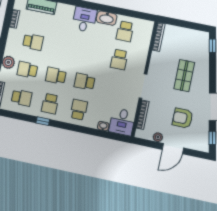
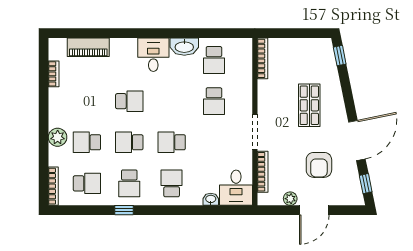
school desk: (33, 42) -> (129, 101), moved
armchair: (183, 118) -> (319, 165), turned -90

